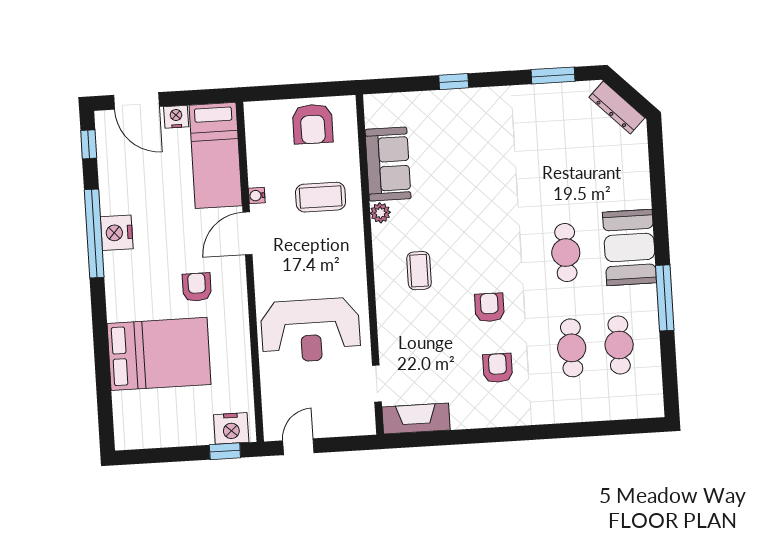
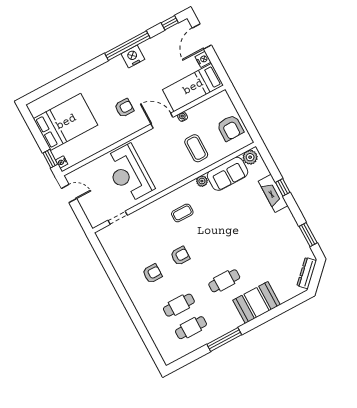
plant: (377, 113) -> (250, 157), added
armchair: (313, 124) -> (230, 128), turned -90
booth: (629, 247) -> (257, 302), moved
bed: (159, 354) -> (66, 122), moved, turned -90
fireplace: (416, 418) -> (273, 193), moved, turned 180
nightstand: (231, 428) -> (62, 162), width x0.53, depth x0.56

